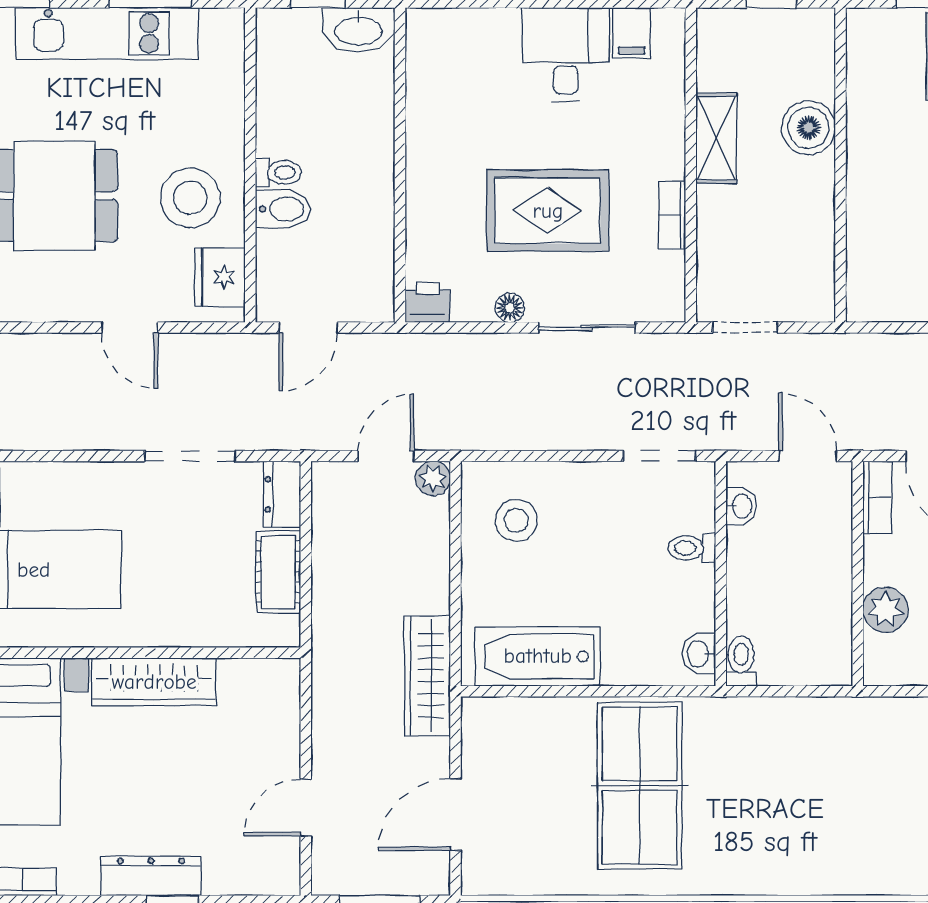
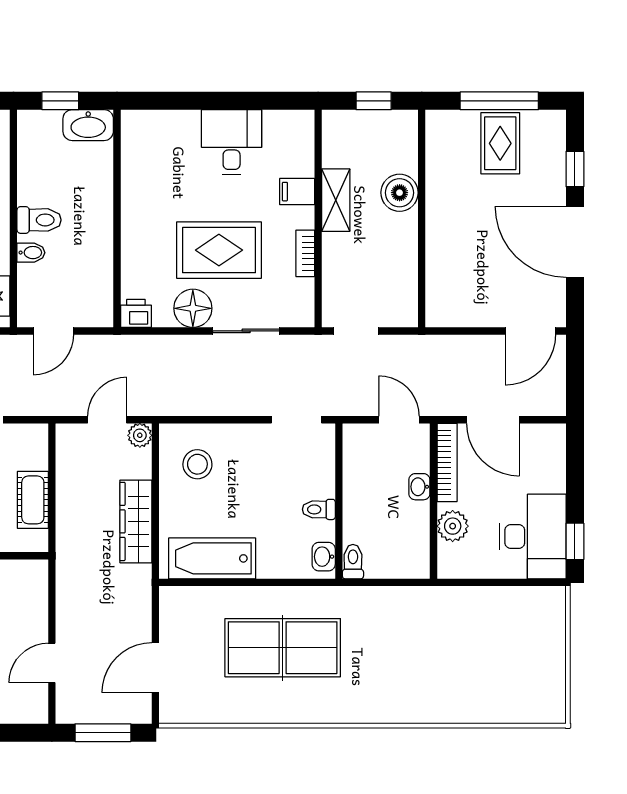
filing cabinet: (632, 33) -> (297, 192), moved, turned 90
toilet: (278, 172) -> (39, 220), width x1.37, depth x1.39
bidet: (283, 209) -> (31, 253), width x0.72, depth x0.74
floor lamp: (510, 308) -> (193, 308), width x1.89, depth x1.89
dresser: (282, 494) -> (36, 446), removed
bookcase: (877, 497) -> (447, 462), width x1.56
washbasin: (741, 506) -> (419, 487), moved, turned 180
toilet: (692, 548) -> (319, 509), moved
wardrobe: (427, 676) -> (136, 521), moved
table tennis table: (640, 786) -> (283, 648), turned 90

